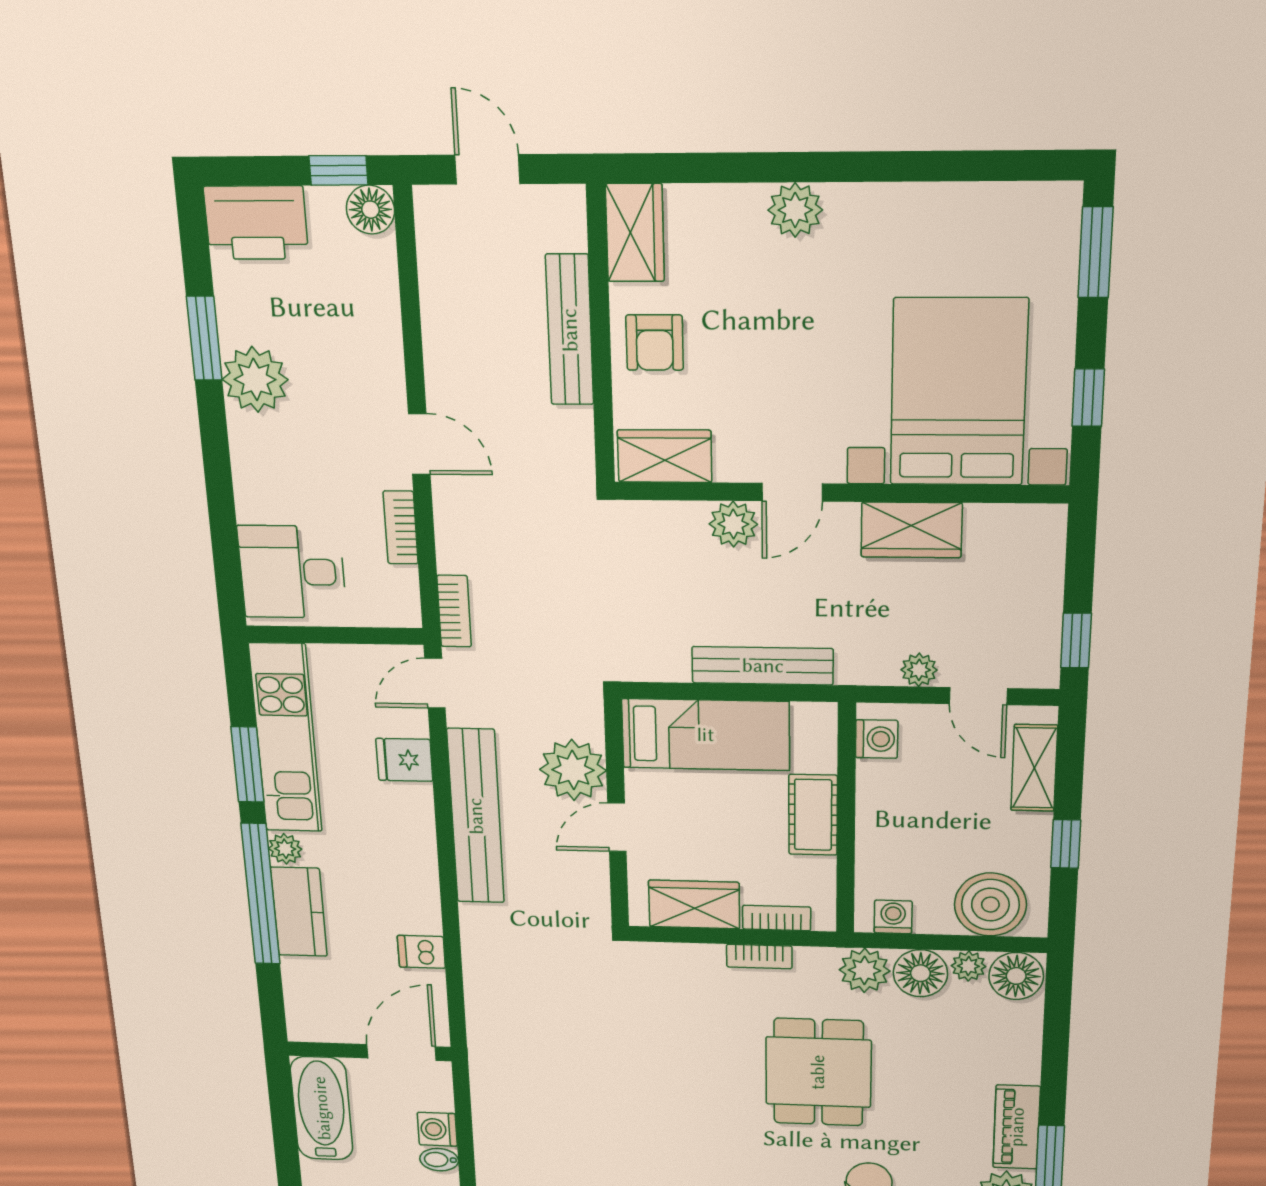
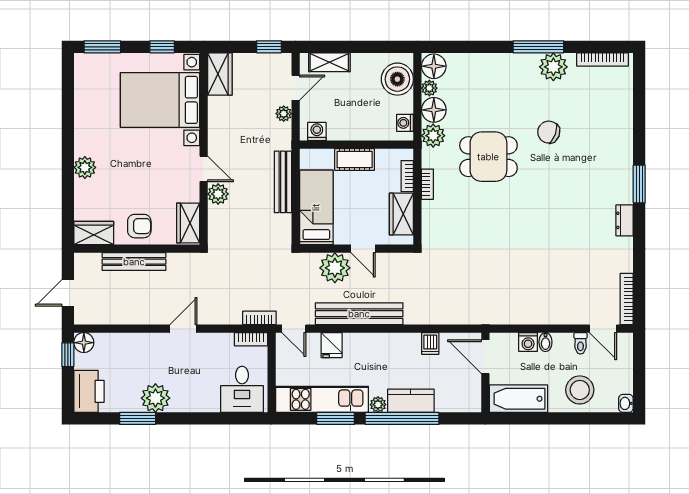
bookcase: (401, 527) -> (251, 339), moved
wardrobe: (911, 530) -> (220, 74), moved
window: (1066, 844) -> (366, 47), removed
piano: (1017, 1127) -> (515, 63), removed

